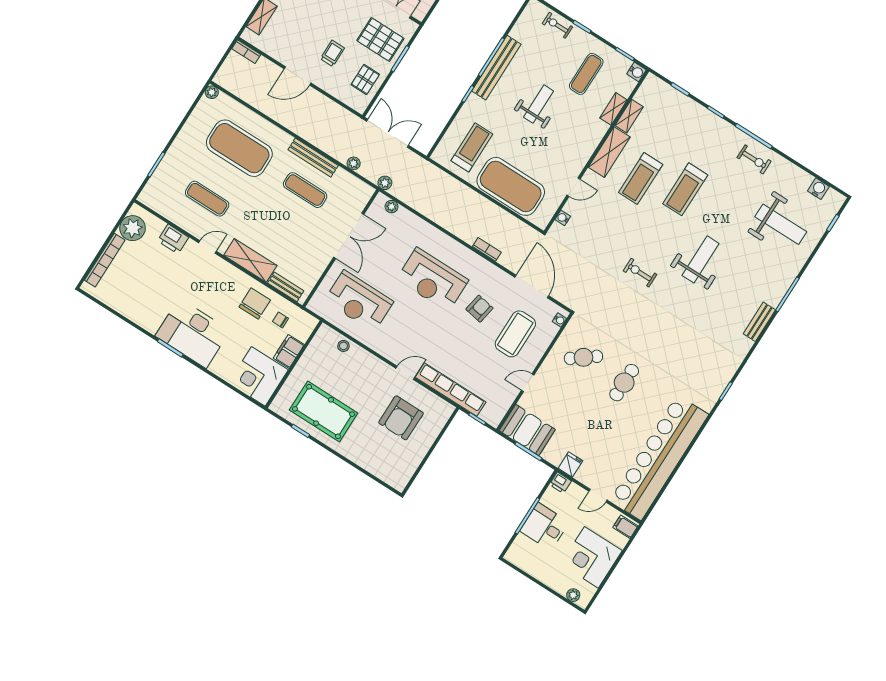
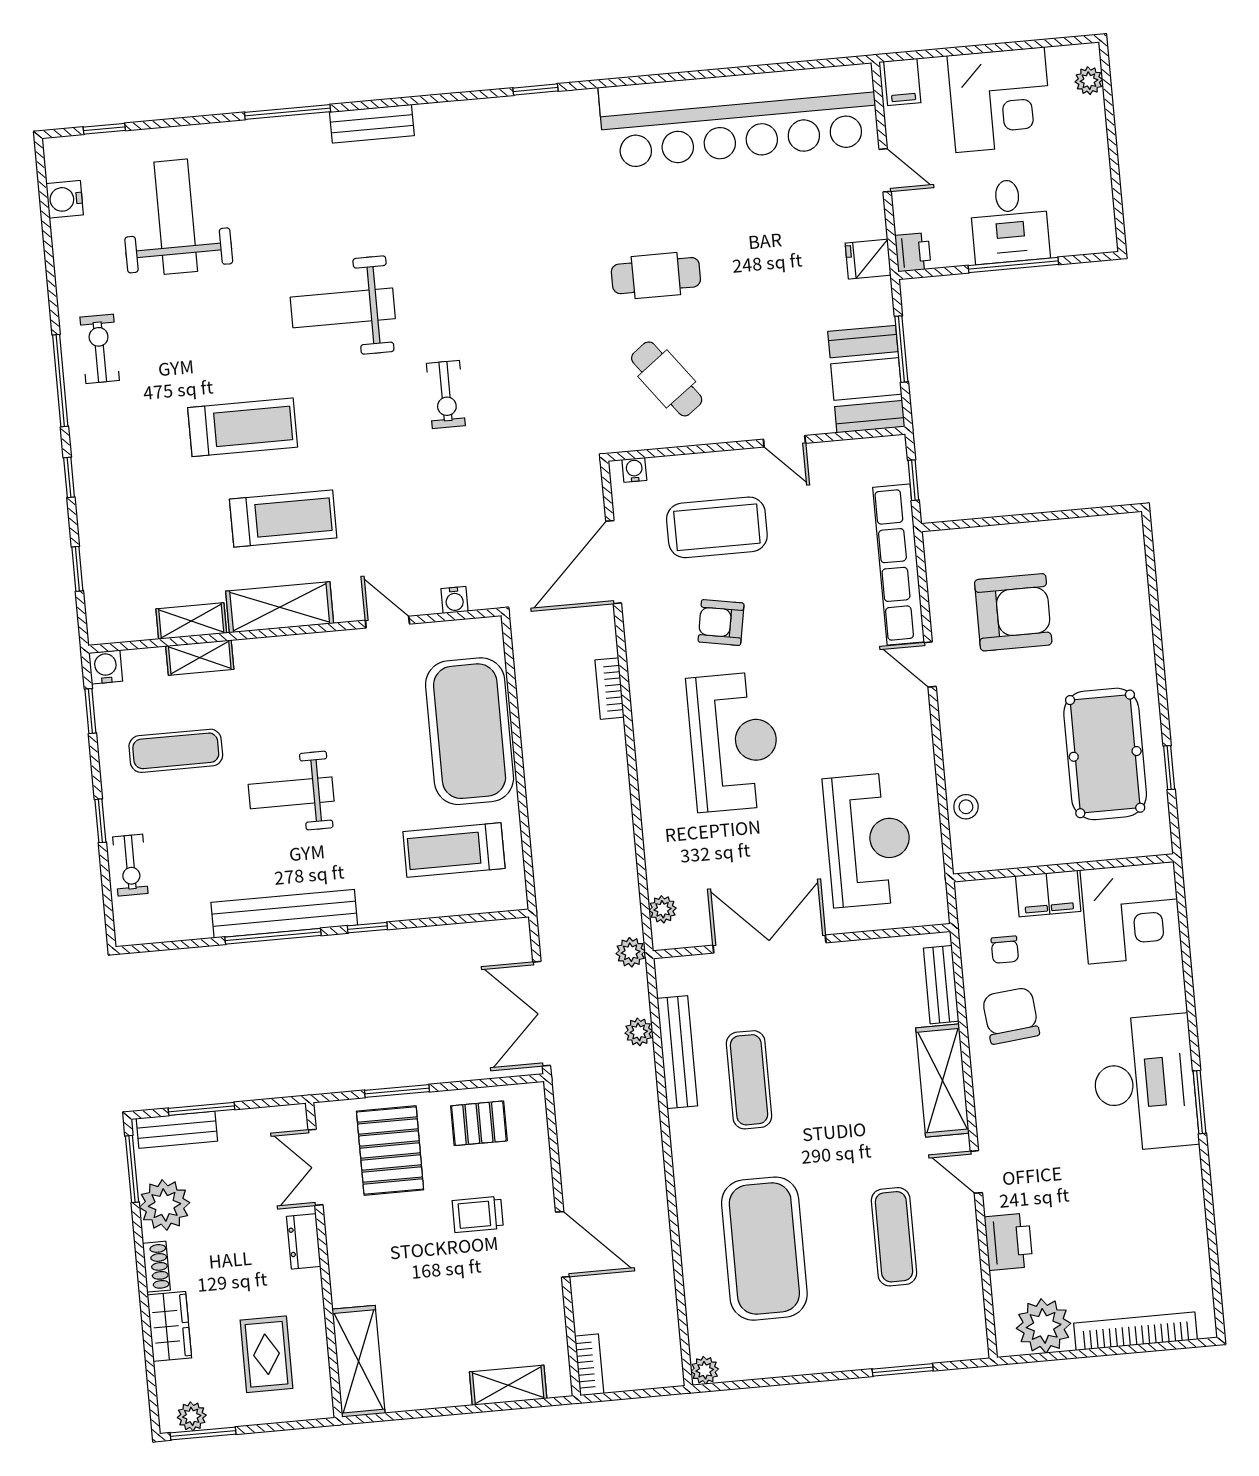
bench: (313, 158) -> (677, 1052), moved
chair: (255, 304) -> (1011, 1016), turned 84

